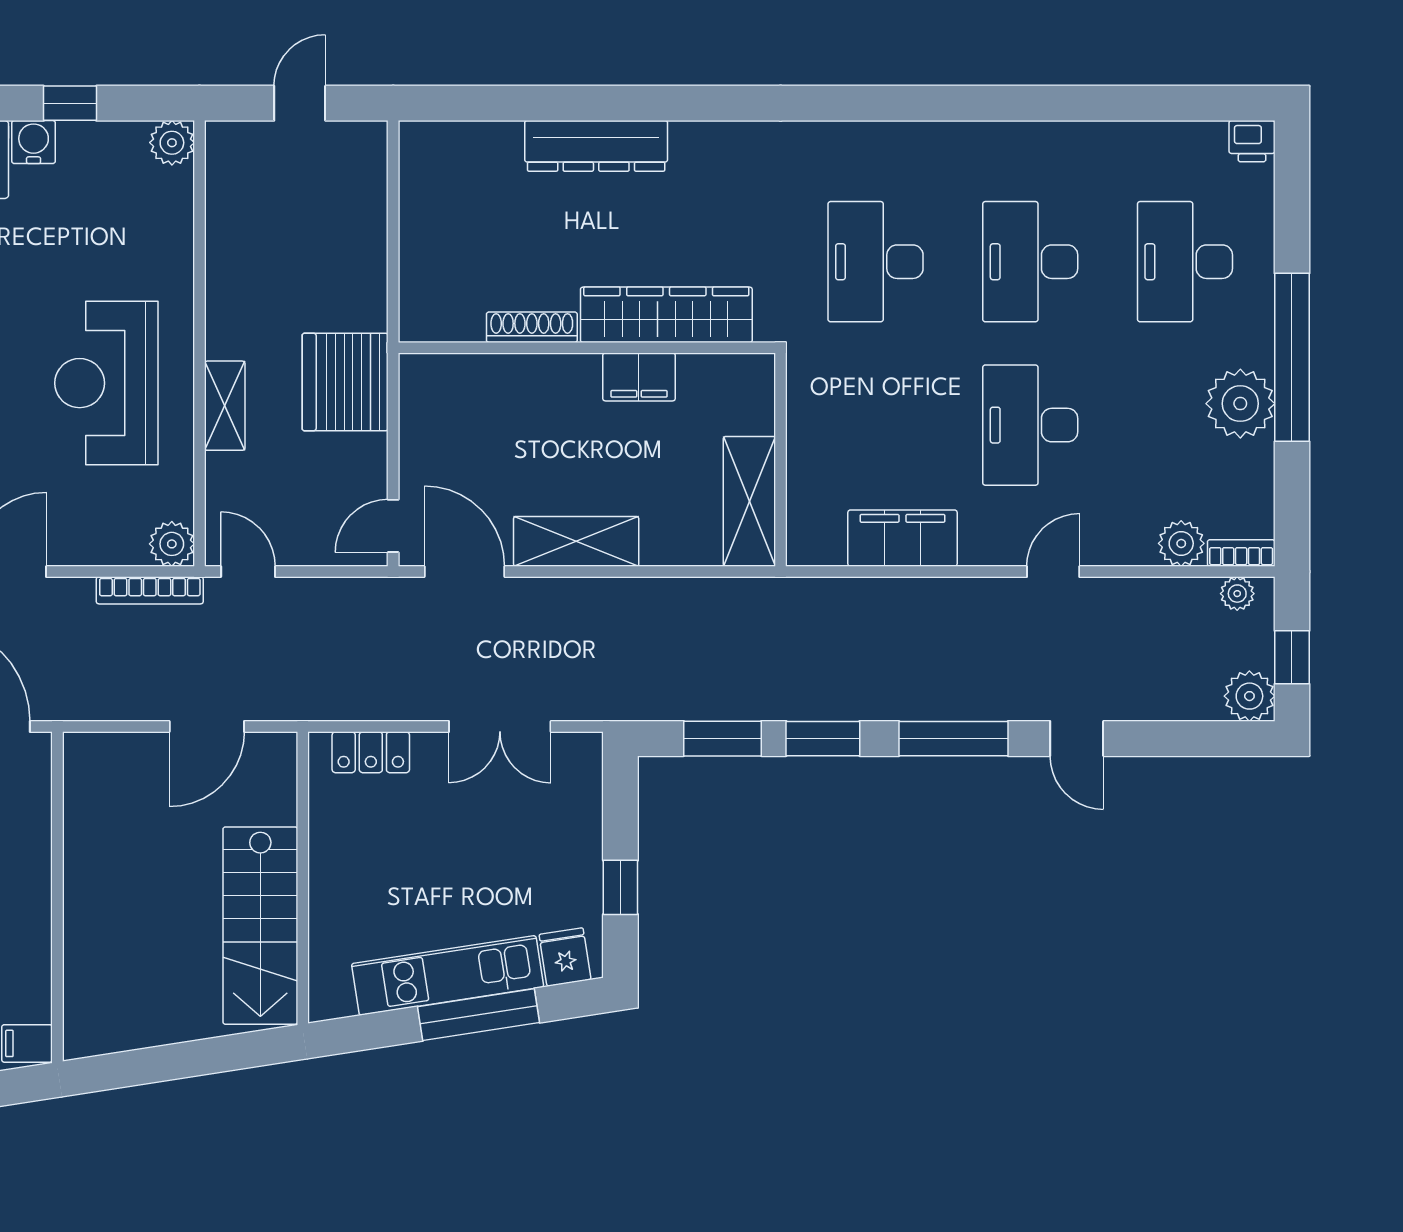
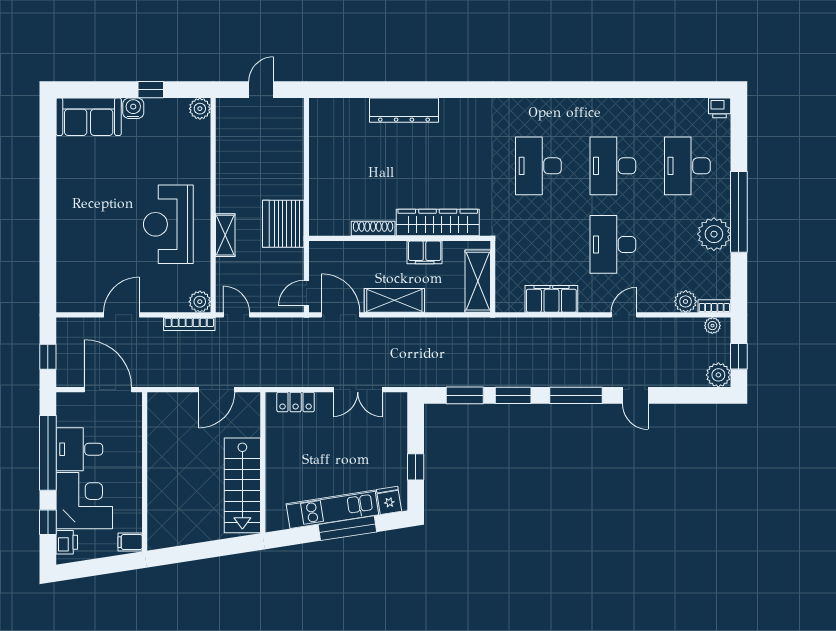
wardrobe: (666, 315) -> (438, 222), moved
shoe rack: (532, 327) -> (373, 228), moved
wall: (587, 348) -> (400, 238), moved
filing cabinet: (639, 377) -> (425, 252), moved

